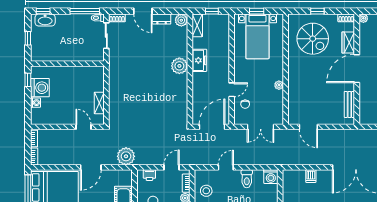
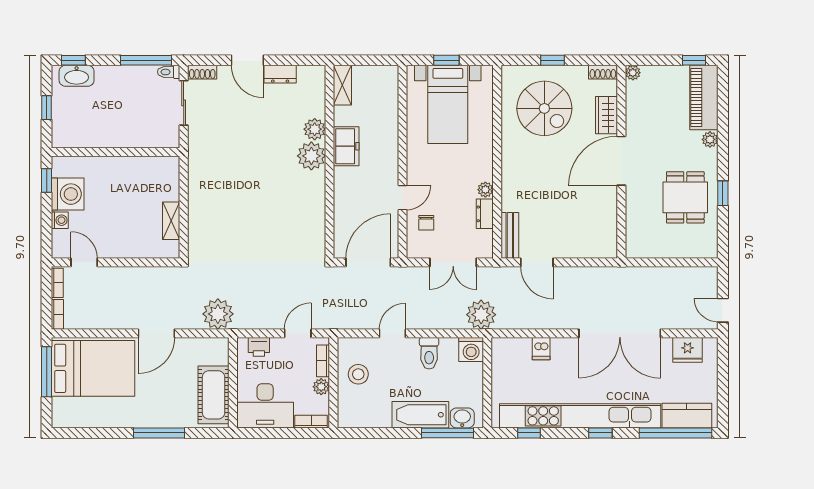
window: (212, 11) -> (368, 60), removed
plant: (181, 20) -> (315, 129), moved
dresser: (279, 99) -> (485, 214), added
bench: (349, 104) -> (510, 235), moved
door: (83, 127) -> (84, 262), moved
plant: (277, 157) -> (481, 315), added

